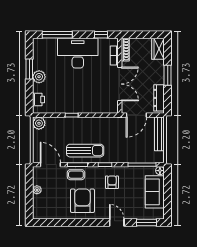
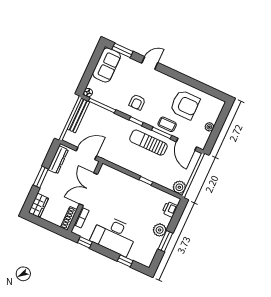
window: (57, 35) -> (125, 261), width x0.46
bench: (159, 134) -> (78, 115), moved
sofa: (155, 192) -> (107, 65), moved
armchair: (82, 201) -> (185, 105), moved, turned -90
door: (117, 223) -> (150, 63), swing flipped

